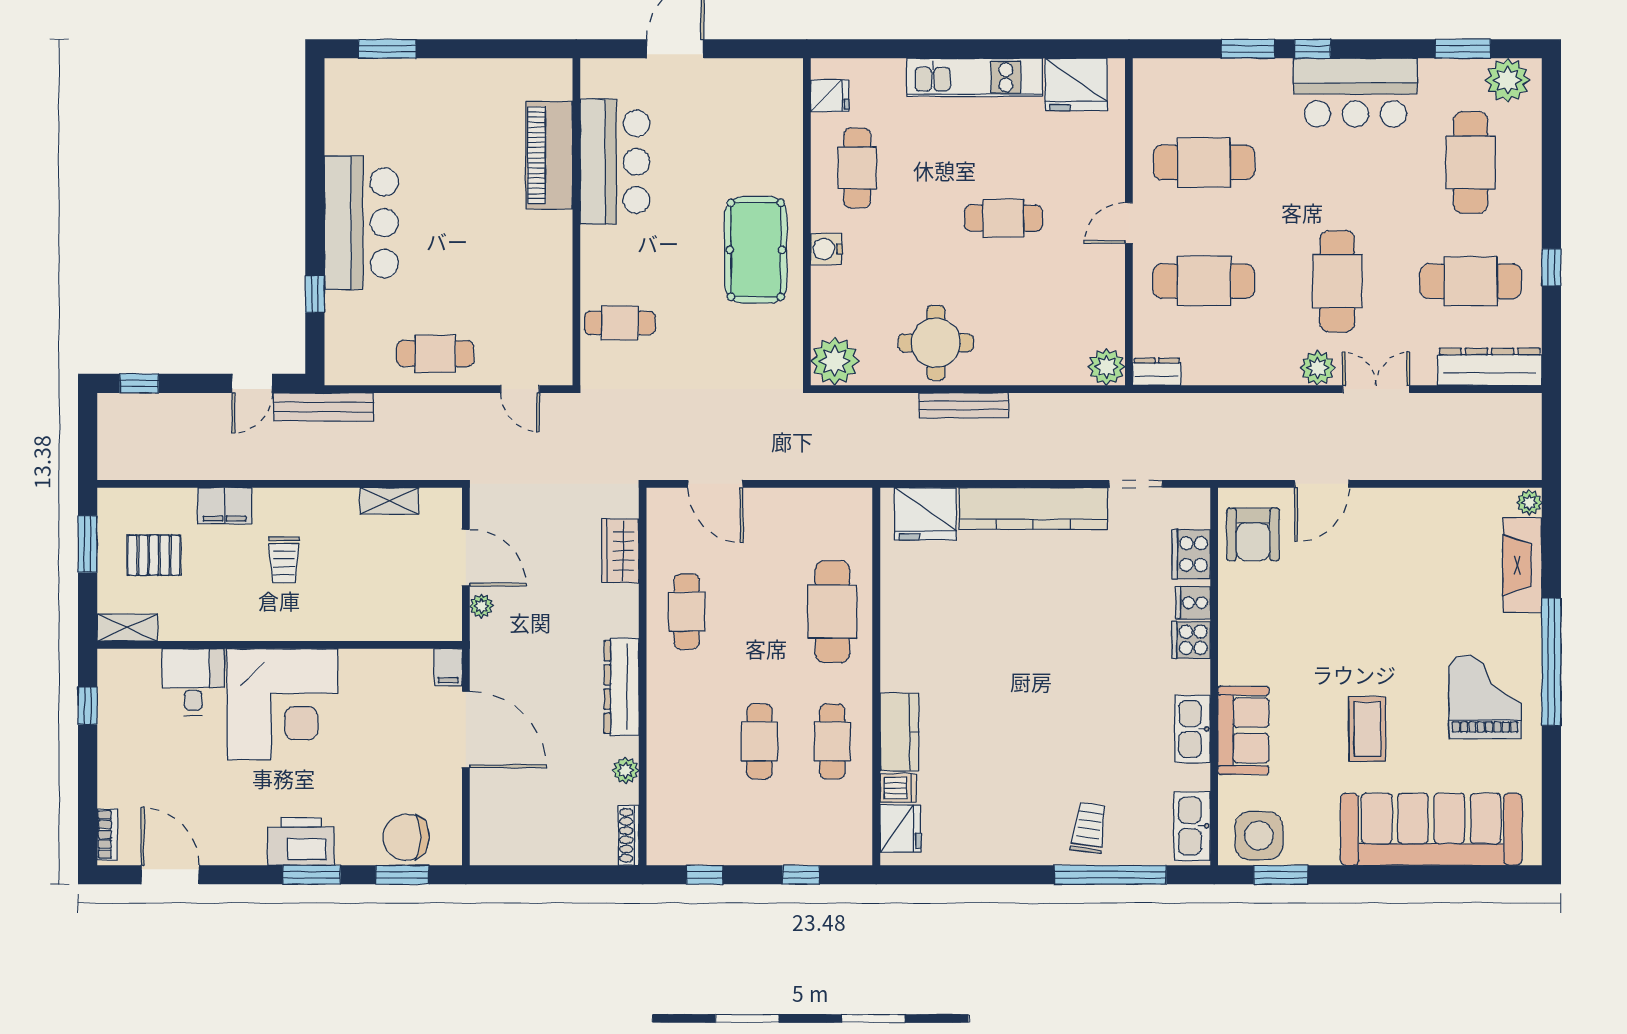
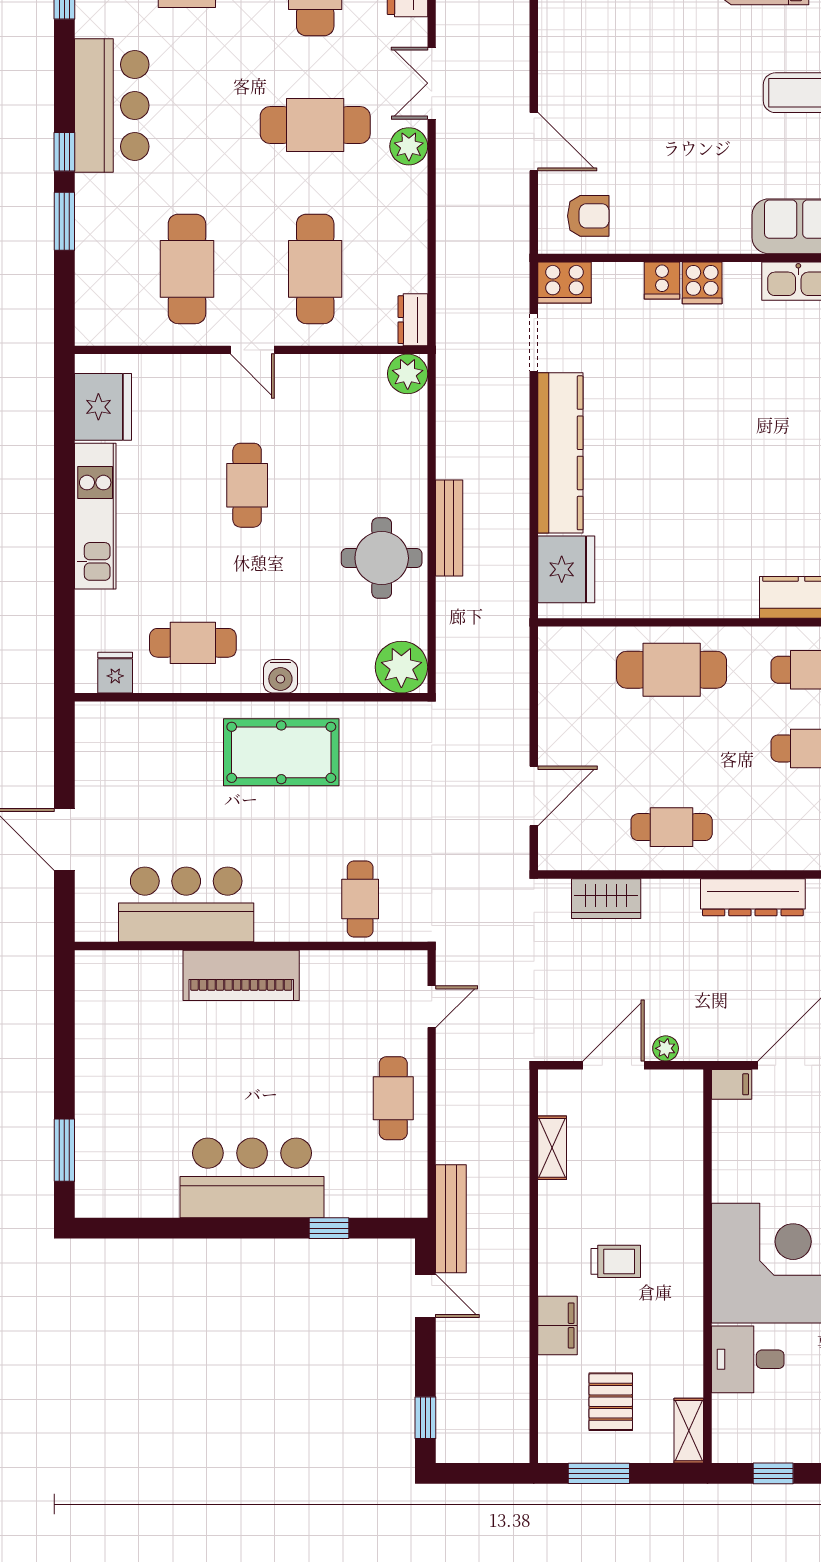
piano: (549, 155) -> (241, 975), moved
armchair: (1253, 534) -> (588, 216), width x0.72, depth x0.72
cooker: (1191, 554) -> (564, 283), moved

